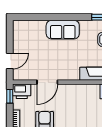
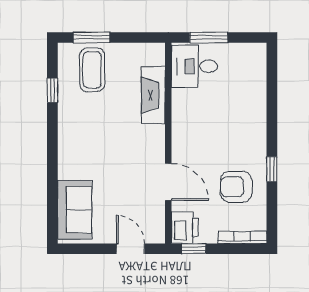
sofa: (63, 30) -> (75, 210), moved

